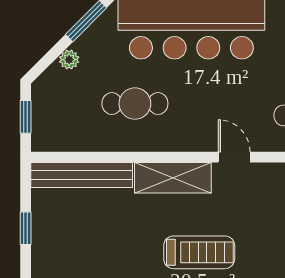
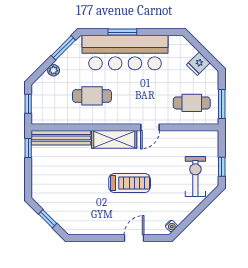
door: (234, 157) -> (150, 127), swing flipped
window: (26, 228) -> (28, 148), moved

